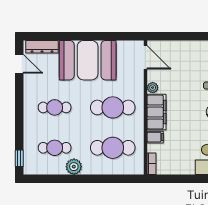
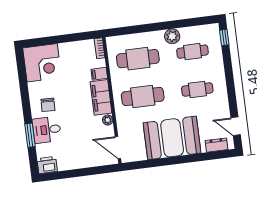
dresser: (42, 47) -> (216, 145), width x0.70

